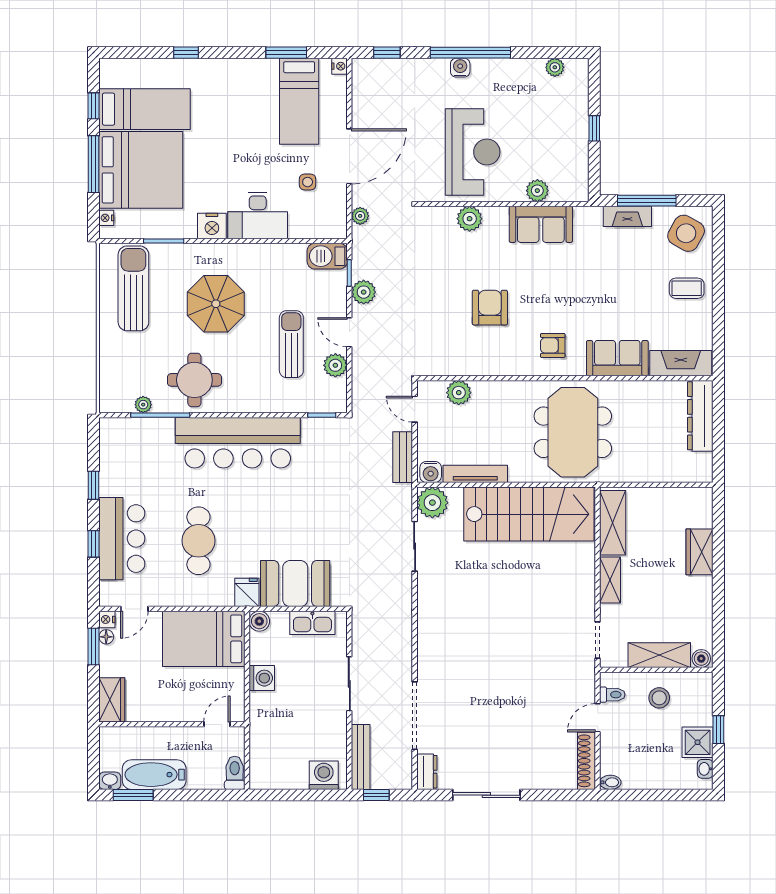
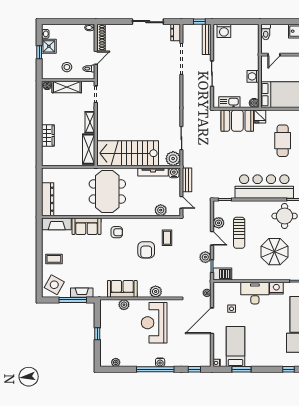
coffee table: (446, 333) -> (167, 238), added

